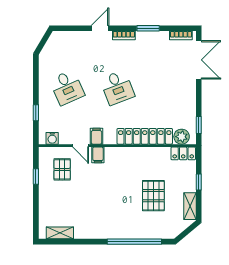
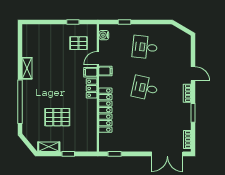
desk: (67, 88) -> (145, 47), turned 30
desk: (117, 88) -> (145, 88), turned 33
plant: (182, 137) -> (105, 140), removed
locker: (183, 153) -> (92, 88), moved
shelving: (60, 233) -> (27, 68), moved

